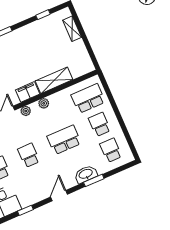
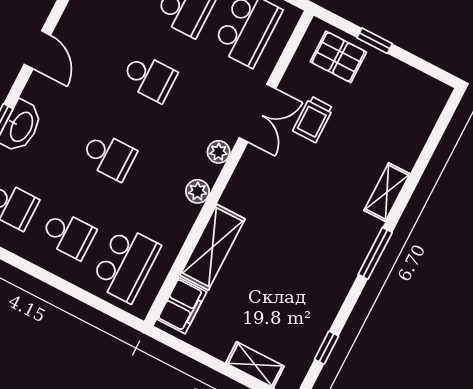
filing cabinet: (28, 92) -> (182, 306), moved
school desk: (64, 140) -> (109, 156), width x0.54

